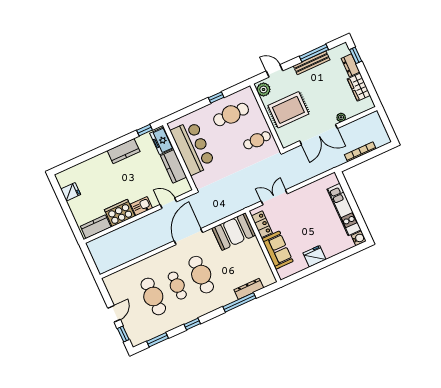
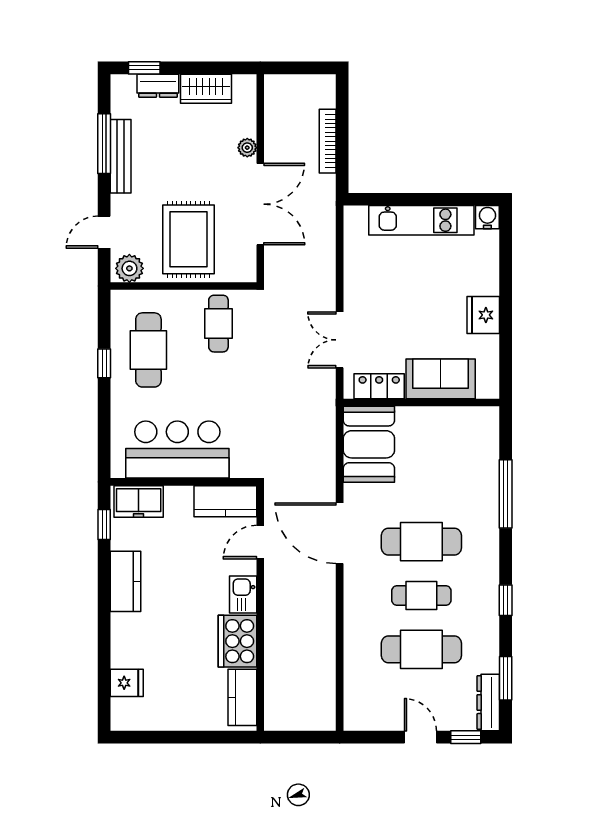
kitchen counter: (174, 166) -> (225, 501), moved
fridge: (71, 192) -> (127, 683), moved, turned 90
dresser: (249, 289) -> (488, 702), moved

